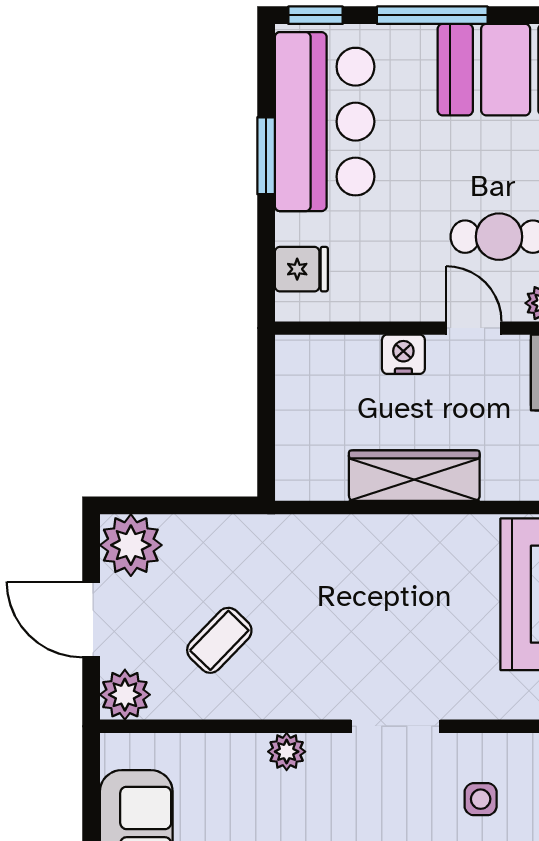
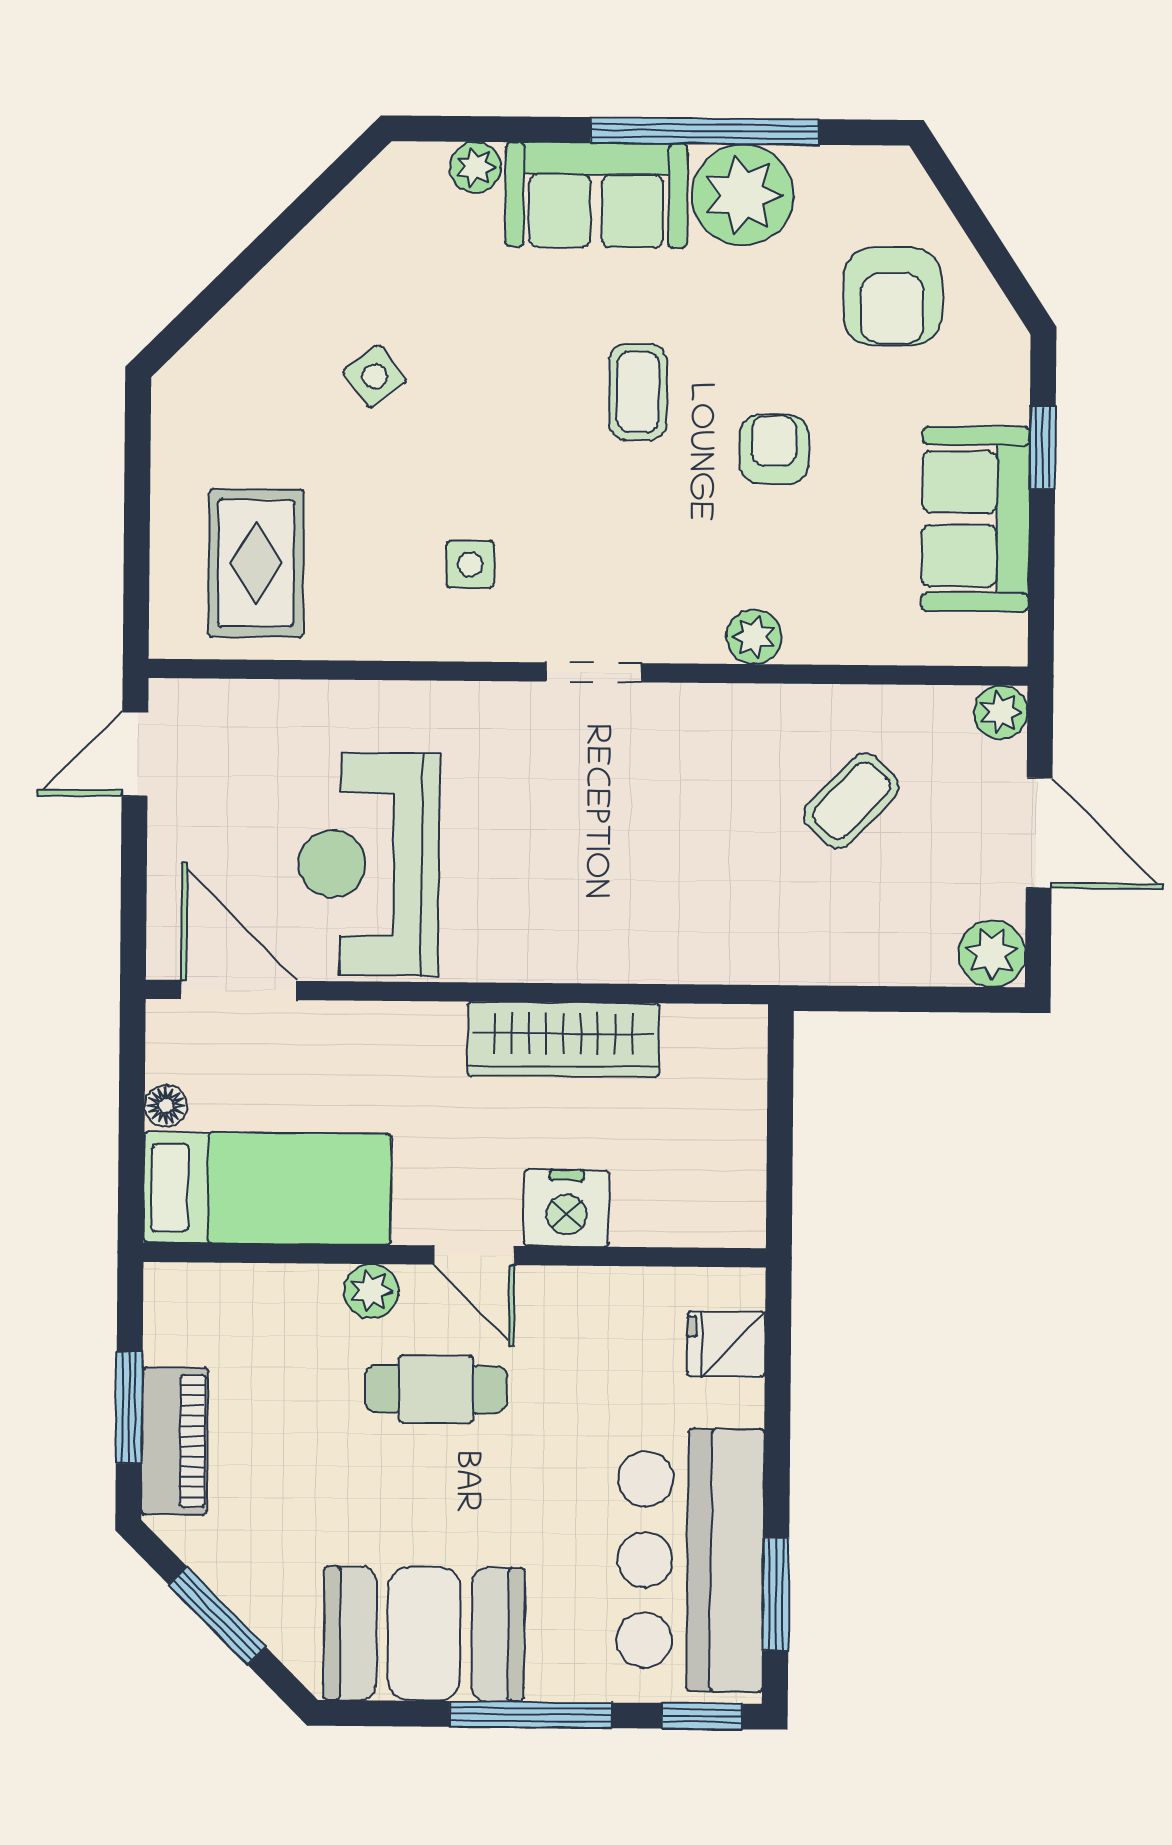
window: (266, 156) -> (776, 1594), moved
nightstand: (403, 354) -> (567, 1208), width x1.36, depth x1.33
plant: (131, 545) -> (992, 954), width x0.73, depth x0.73
plant: (125, 695) -> (1001, 712), width x0.73, depth x0.73
doorway: (396, 726) -> (594, 672), width x0.73

